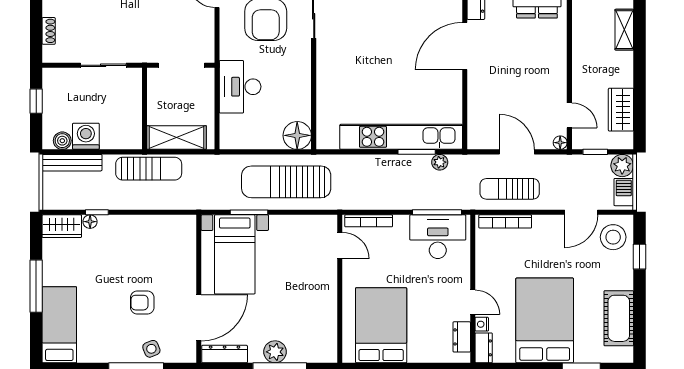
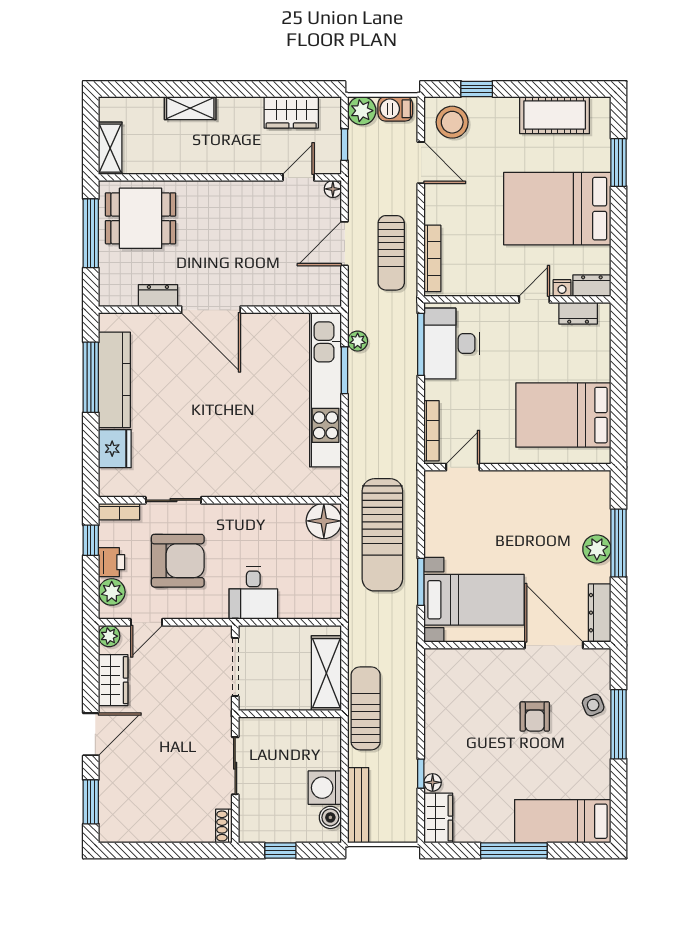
shoe rack: (49, 31) -> (224, 826), moved, turned -90
desk: (240, 87) -> (253, 593), width x0.73

